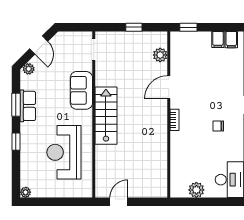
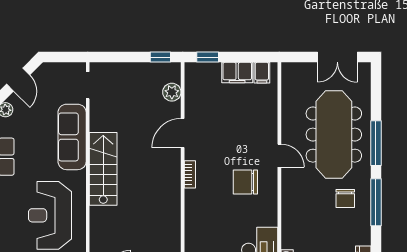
window: (134, 27) -> (160, 57), moved
filing cabinet: (218, 39) -> (237, 72), width x2.00
sofa: (81, 90) -> (72, 137), width x1.36
chair: (218, 126) -> (245, 182), width x1.87, depth x1.87

